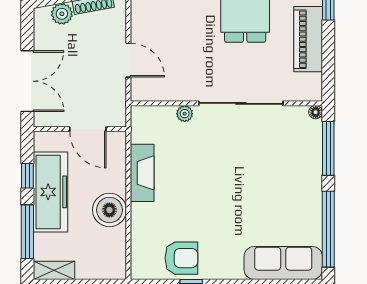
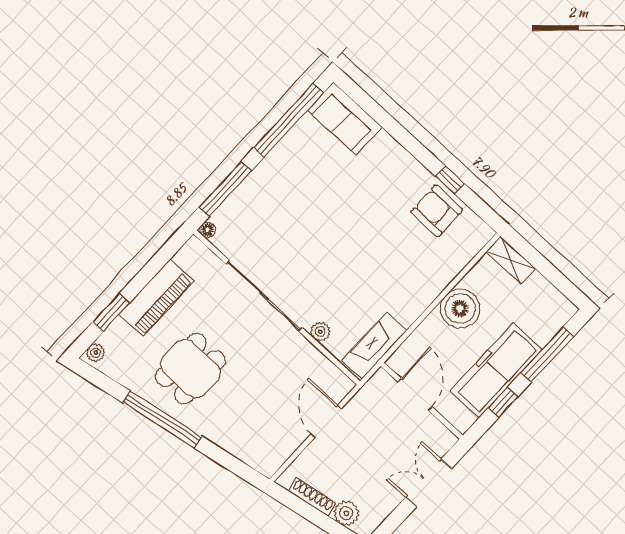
double door: (27, 81) -> (429, 483), width x0.73
fireplace: (142, 173) -> (374, 346), moved
sofa: (283, 263) -> (345, 119), width x0.73
shelving: (54, 270) -> (511, 260), moved

